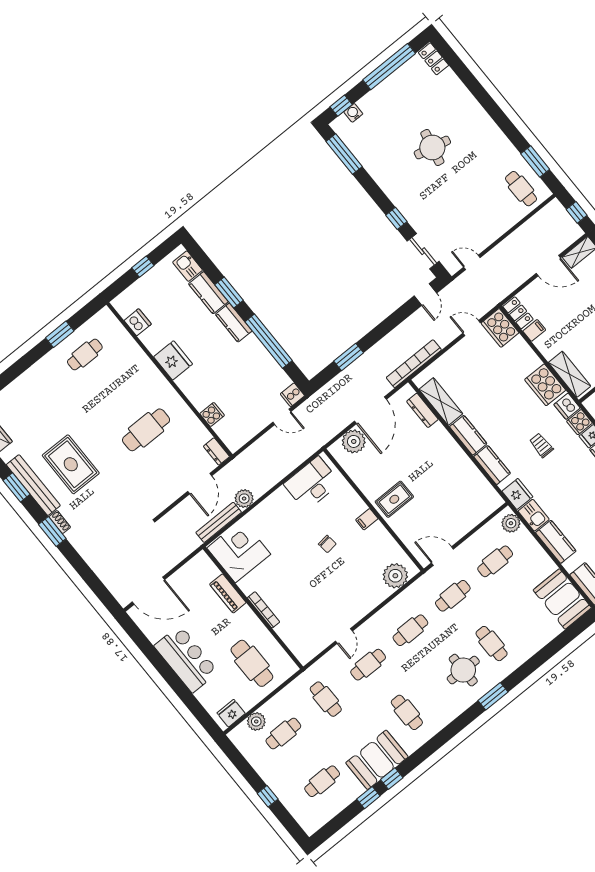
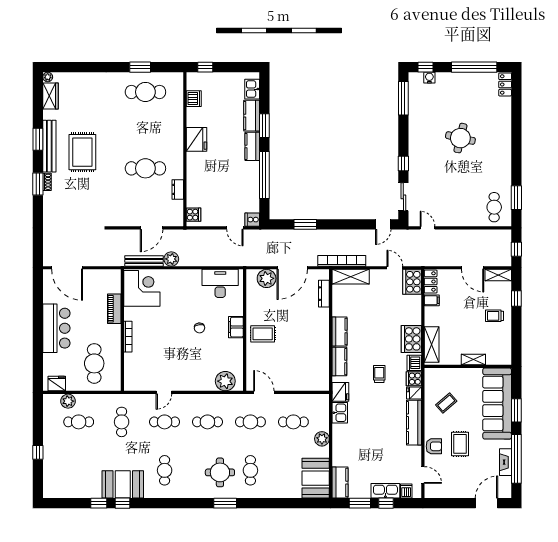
window: (143, 267) -> (205, 67), moved
cafe table: (85, 355) -> (145, 92), width x1.37, depth x1.35
shelving: (441, 402) -> (351, 277), moved, turned 90
cooker: (212, 414) -> (193, 215), moved
dresser: (216, 451) -> (178, 189), moved
filing cabinet: (367, 519) -> (236, 327), width x2.00
plant: (511, 523) -> (322, 439), moved
kitchen counter: (556, 542) -> (340, 440), removed
cafe table: (322, 781) -> (79, 470), removed

